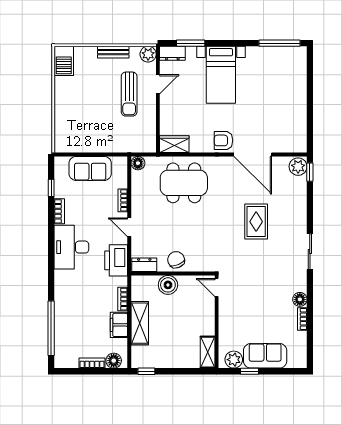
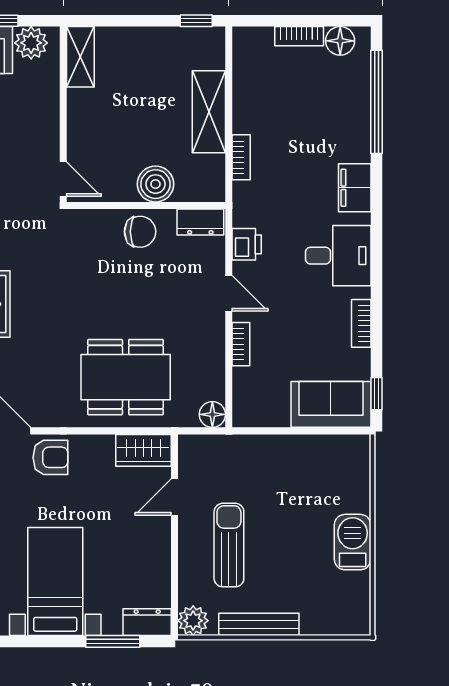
bench: (113, 52) -> (259, 624), width x1.36
barbecue: (64, 61) -> (353, 542), moved
door: (158, 84) -> (175, 497), moved
sofa: (90, 168) -> (331, 404), moved
window: (51, 188) -> (376, 394), moved
desk: (71, 247) -> (338, 256), width x0.73
printer: (116, 260) -> (247, 244), width x0.53, depth x0.68
chair: (176, 260) -> (140, 232), turned -68
filing cabinet: (119, 325) -> (355, 188), moved, turned 180
floor lamp: (114, 361) -> (340, 41), moved

